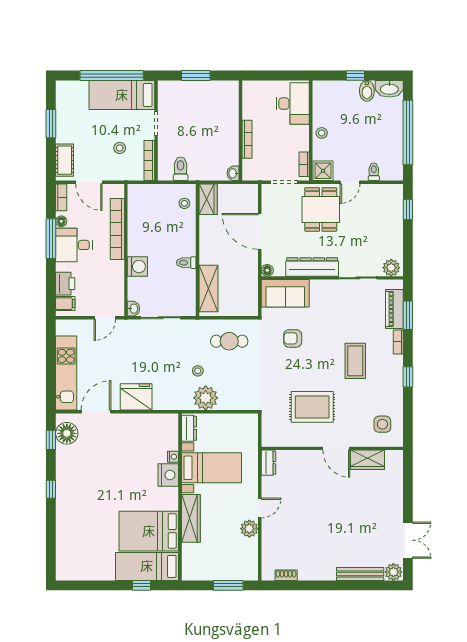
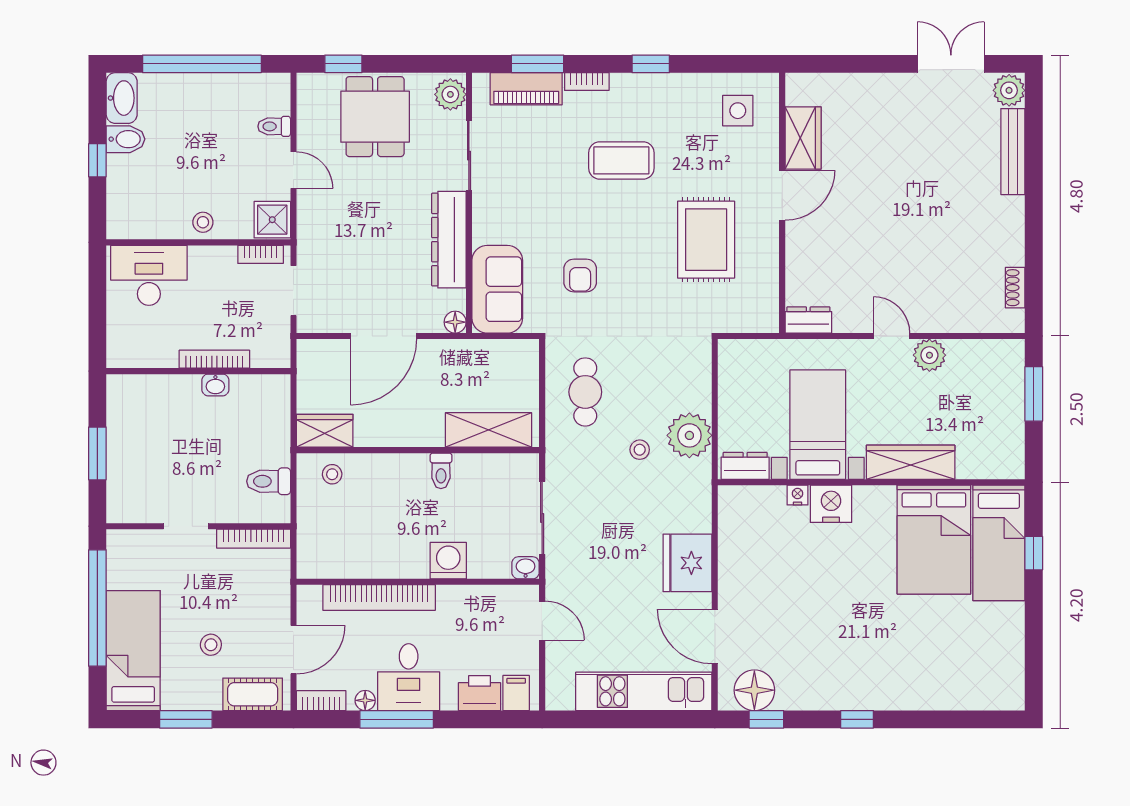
bed: (122, 95) -> (133, 651), moved, turned 180
stool: (120, 148) -> (211, 645), moved
washbasin: (233, 173) -> (215, 385), moved
dining table: (321, 209) -> (375, 117), moved, turned 90

